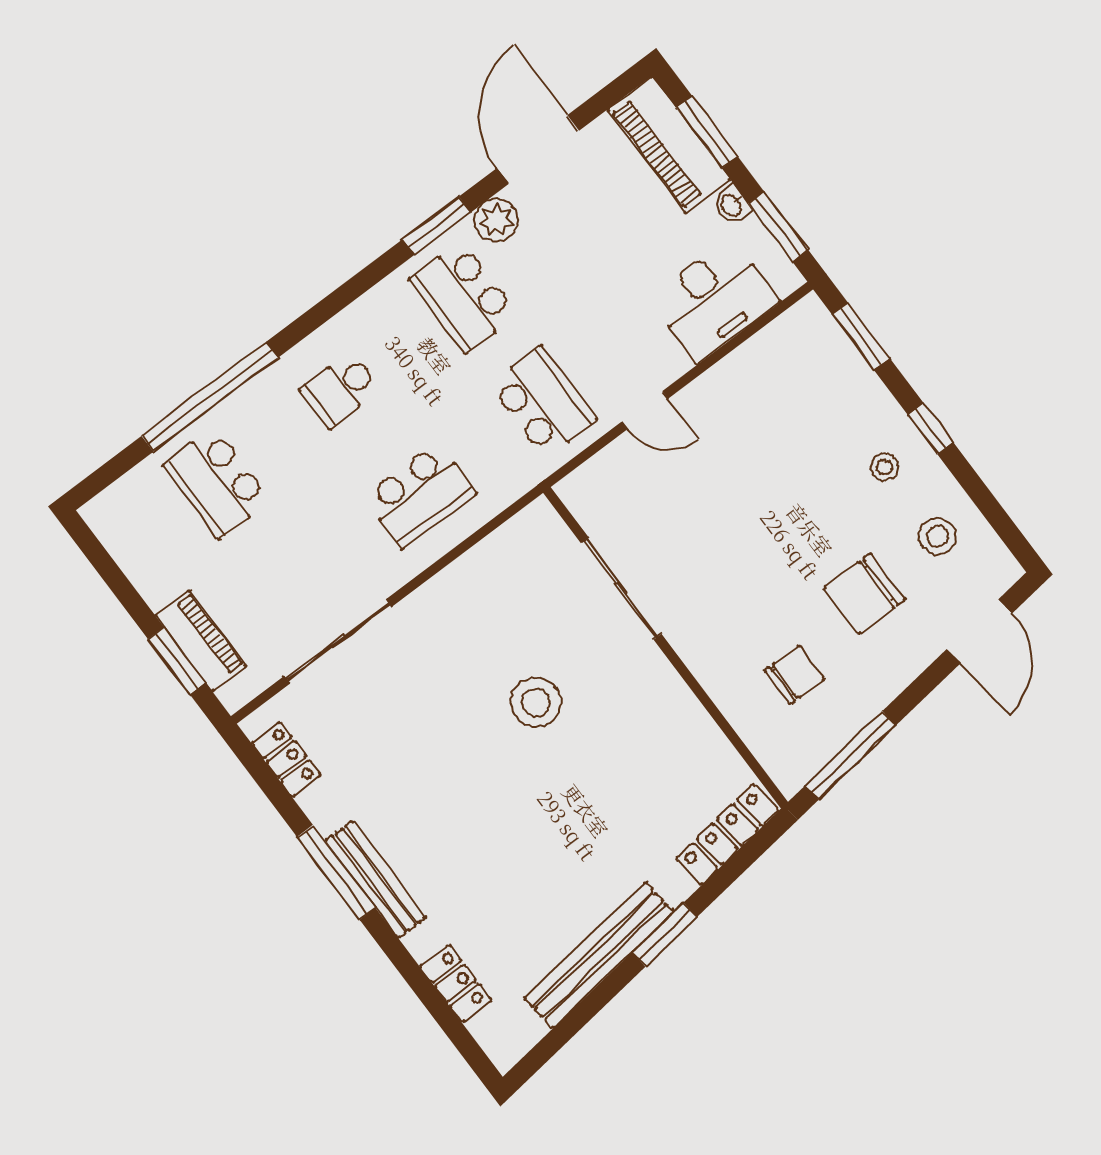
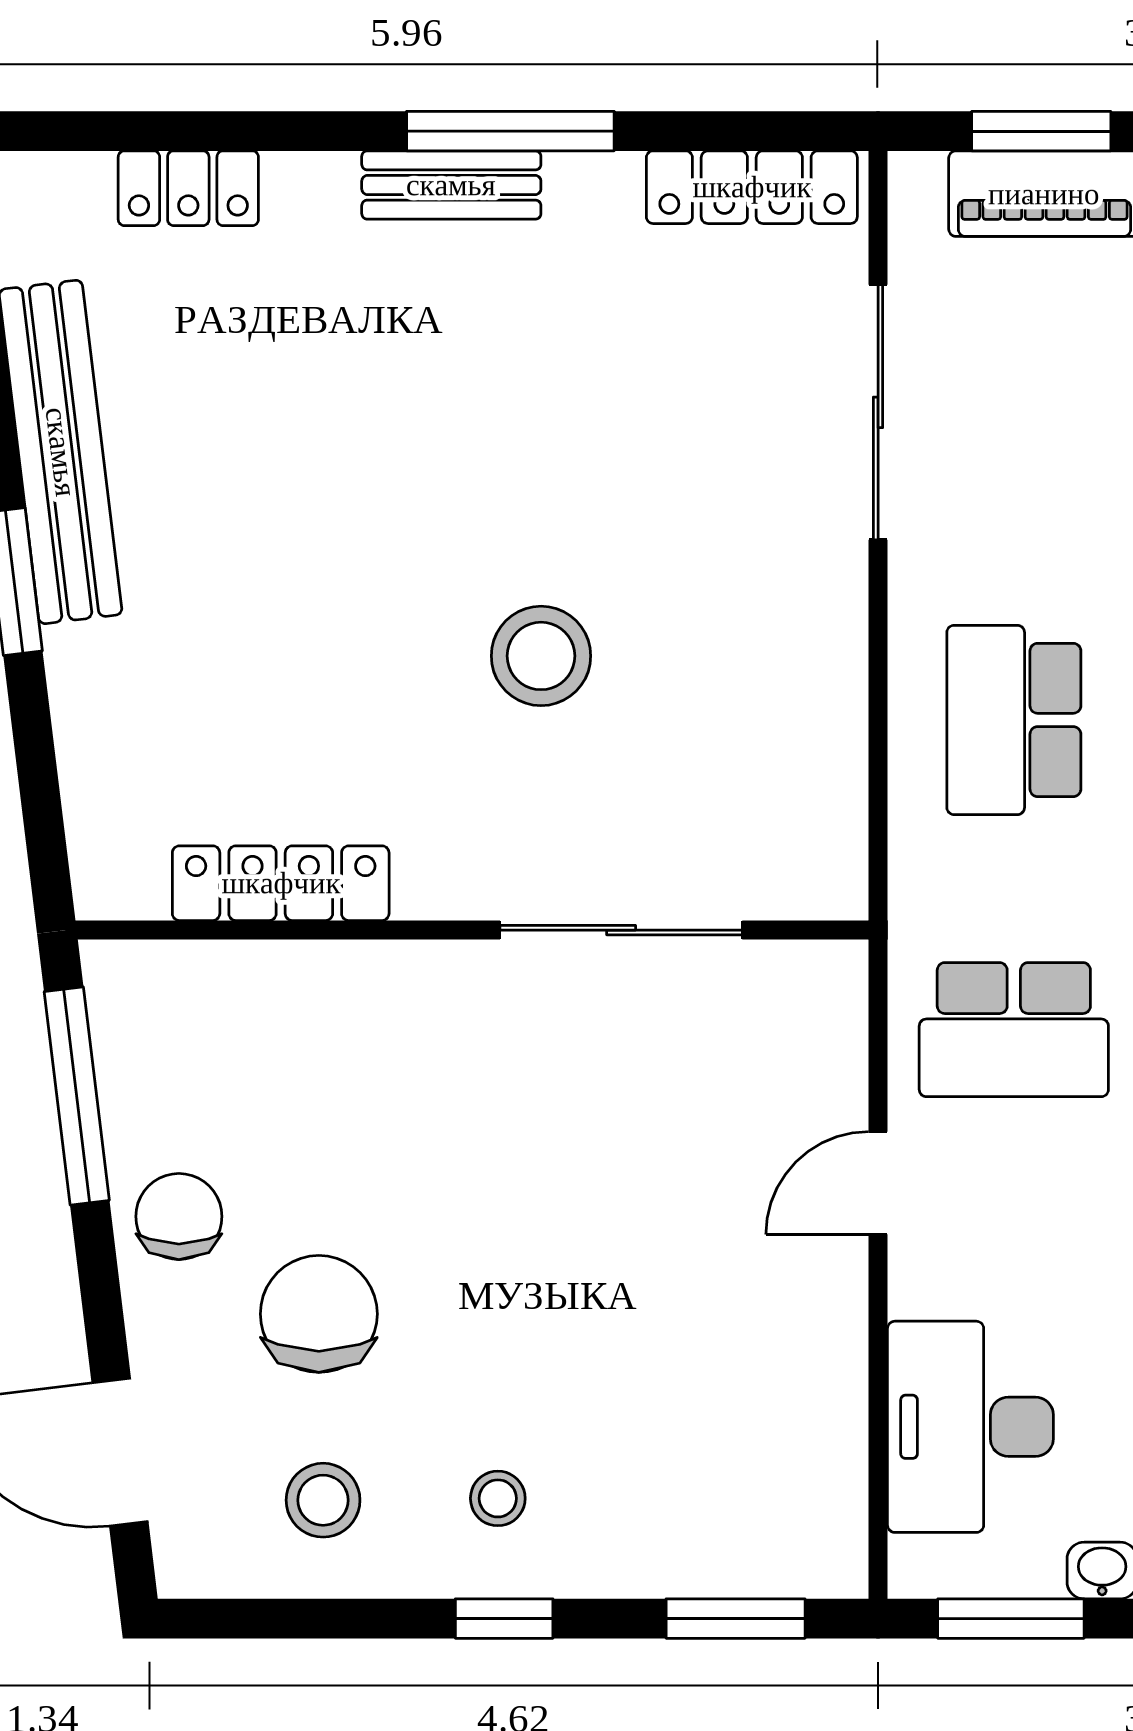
chair: (794, 675) -> (179, 1216), moved, turned 180
locker: (286, 759) -> (752, 187), width x1.53
locker: (727, 835) -> (281, 883), moved, turned -83
bench: (375, 880) -> (451, 185), width x0.73

